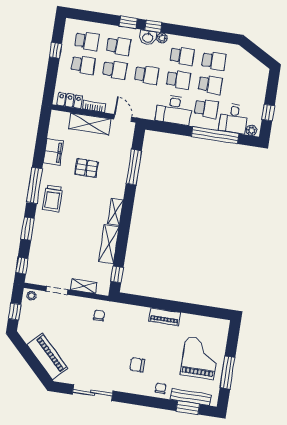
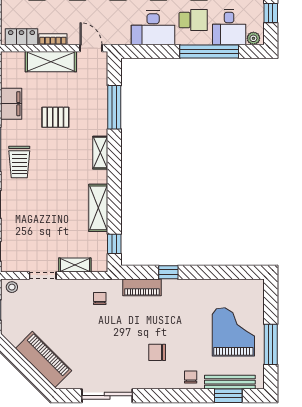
shelving: (116, 212) -> (100, 153), moved
window: (156, 303) -> (168, 272), added
piano: (165, 317) -> (142, 287), moved

